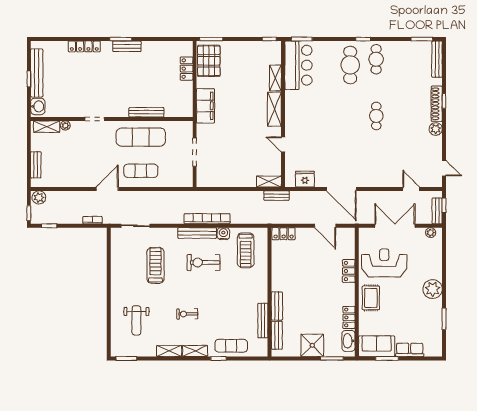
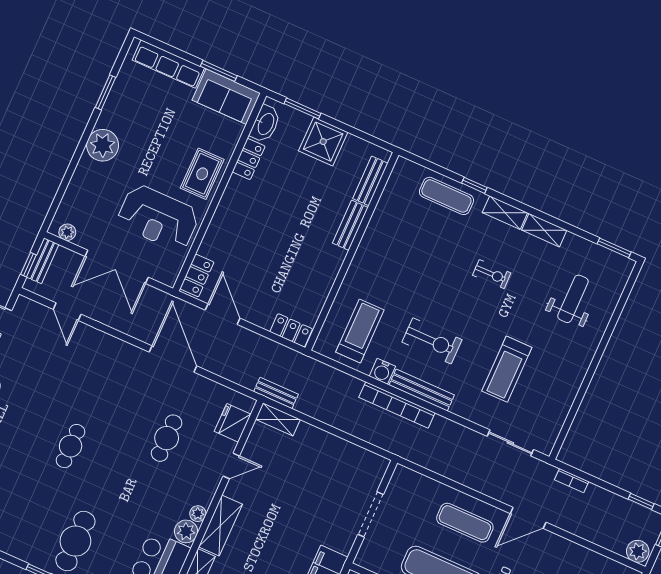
cafe table: (376, 59) -> (167, 438), moved
plant: (292, 97) -> (186, 531), added
plant: (290, 110) -> (198, 514), added
door: (283, 144) -> (231, 466), hinge flipped
fridge: (305, 179) -> (233, 423), moved, turned 90
locker: (349, 271) -> (197, 275), moved
bench: (263, 321) -> (381, 213), removed
row of seats: (410, 350) -> (168, 64), width x1.48

